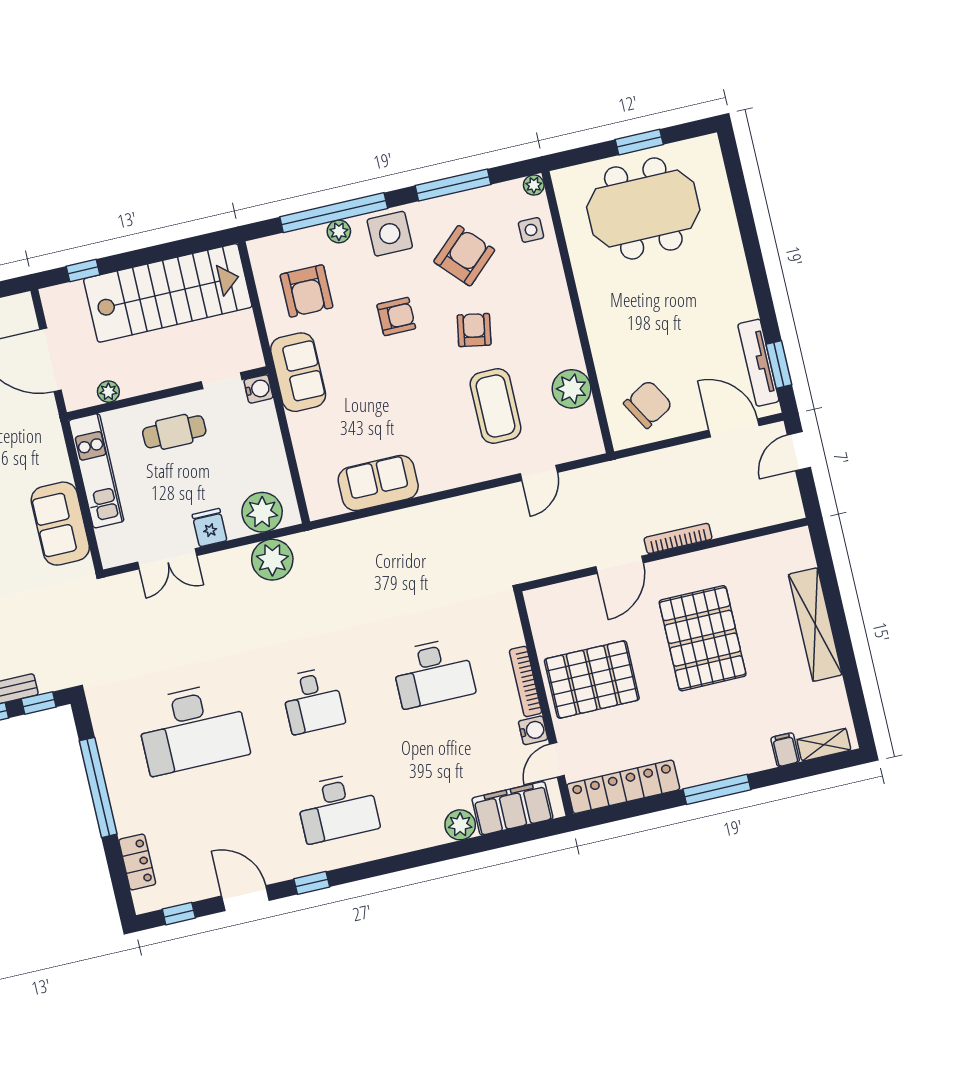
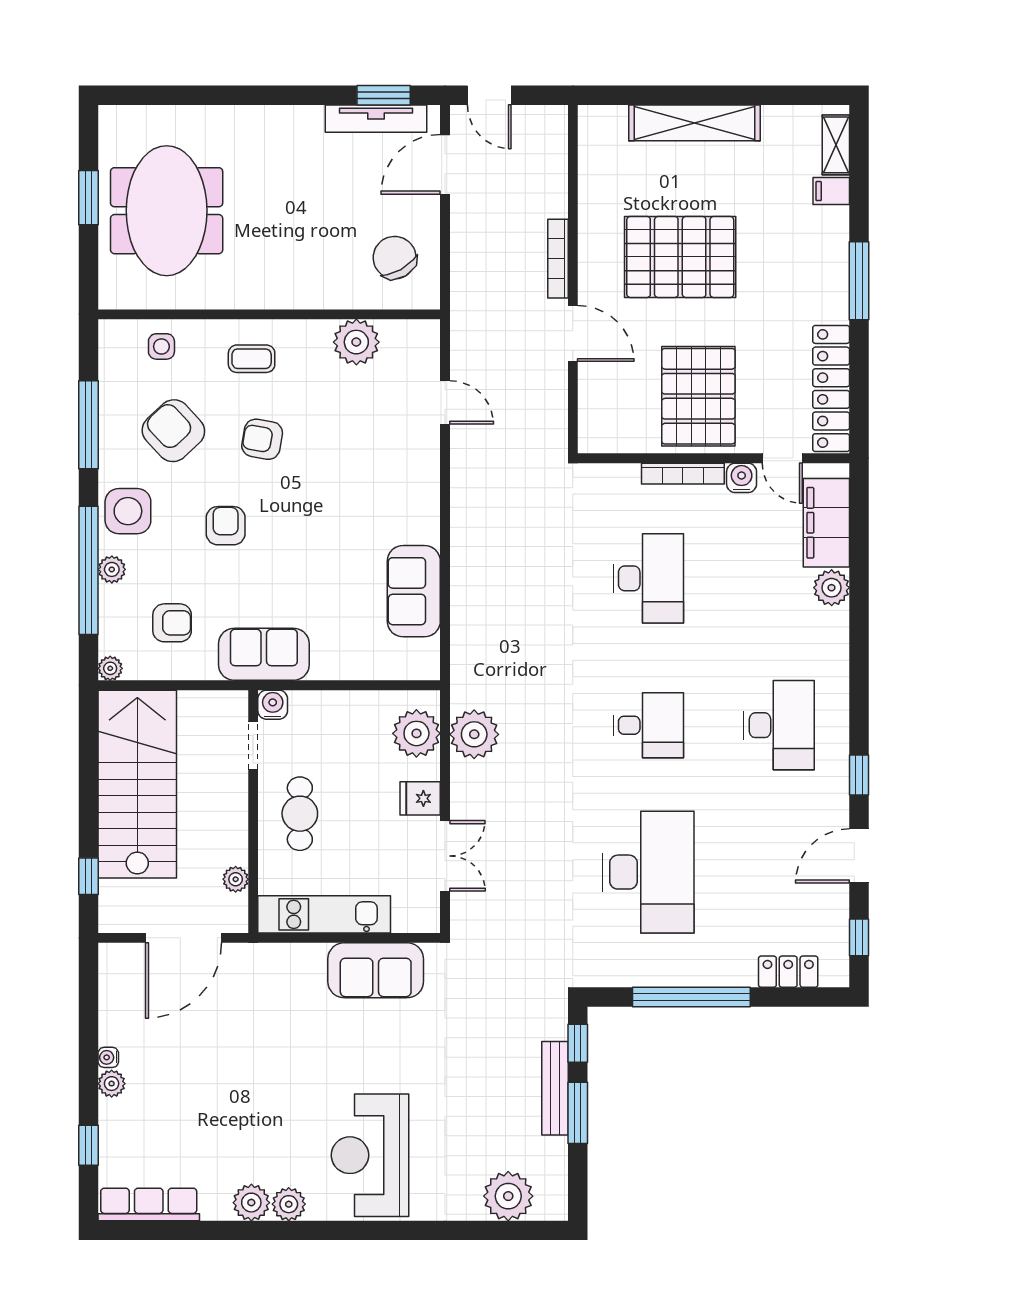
plant: (534, 185) -> (110, 668), moved
armchair: (307, 291) -> (172, 623), width x0.72, depth x0.72
coffee table: (496, 406) -> (252, 359), moved, width x0.54, depth x0.58

